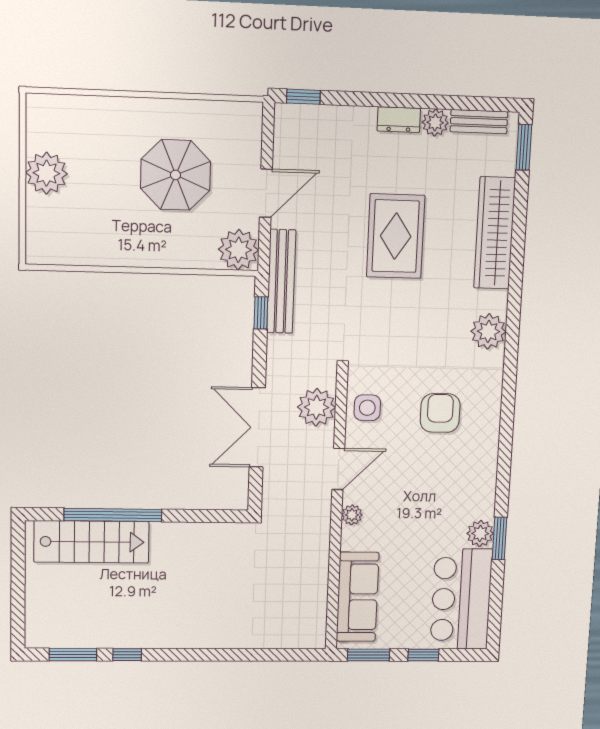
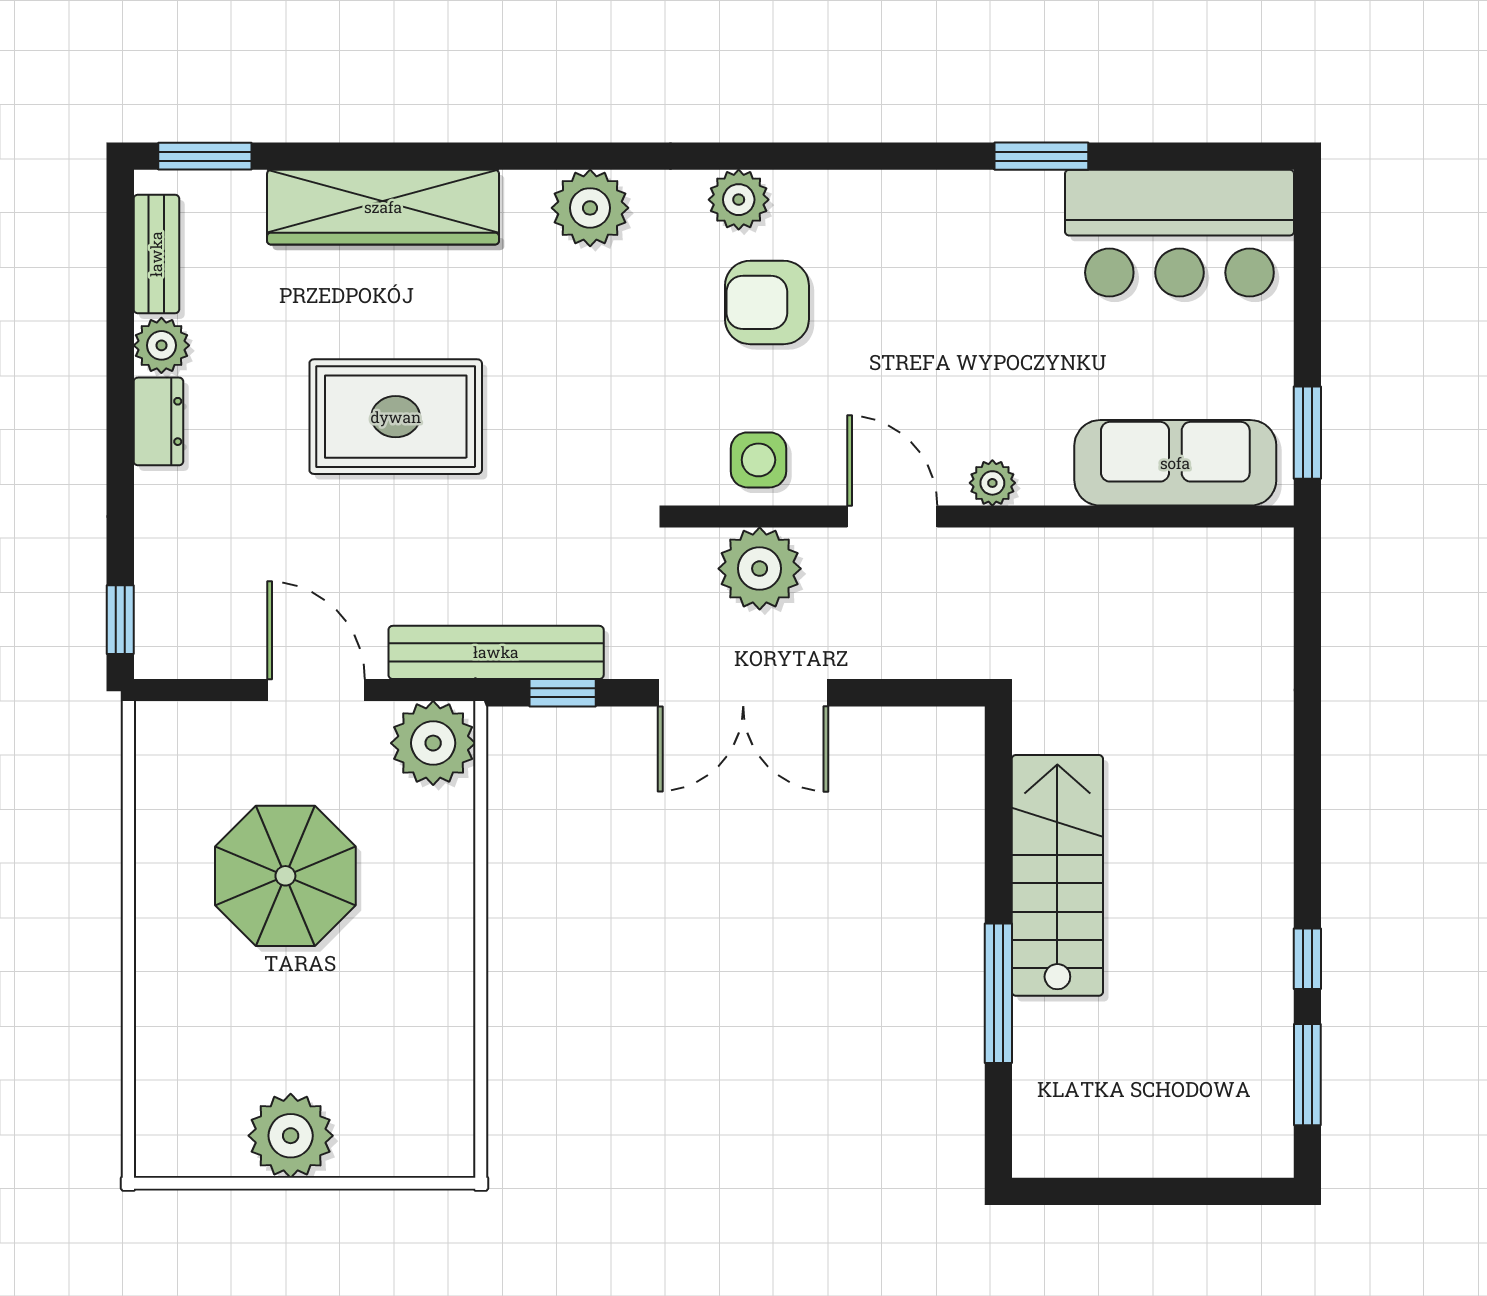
double door: (257, 427) -> (743, 693), moved
window: (113, 515) -> (998, 993), width x0.68
plant: (480, 533) -> (739, 200), moved
stairs: (92, 542) -> (1057, 875), moved
window: (423, 655) -> (1307, 311), removed

